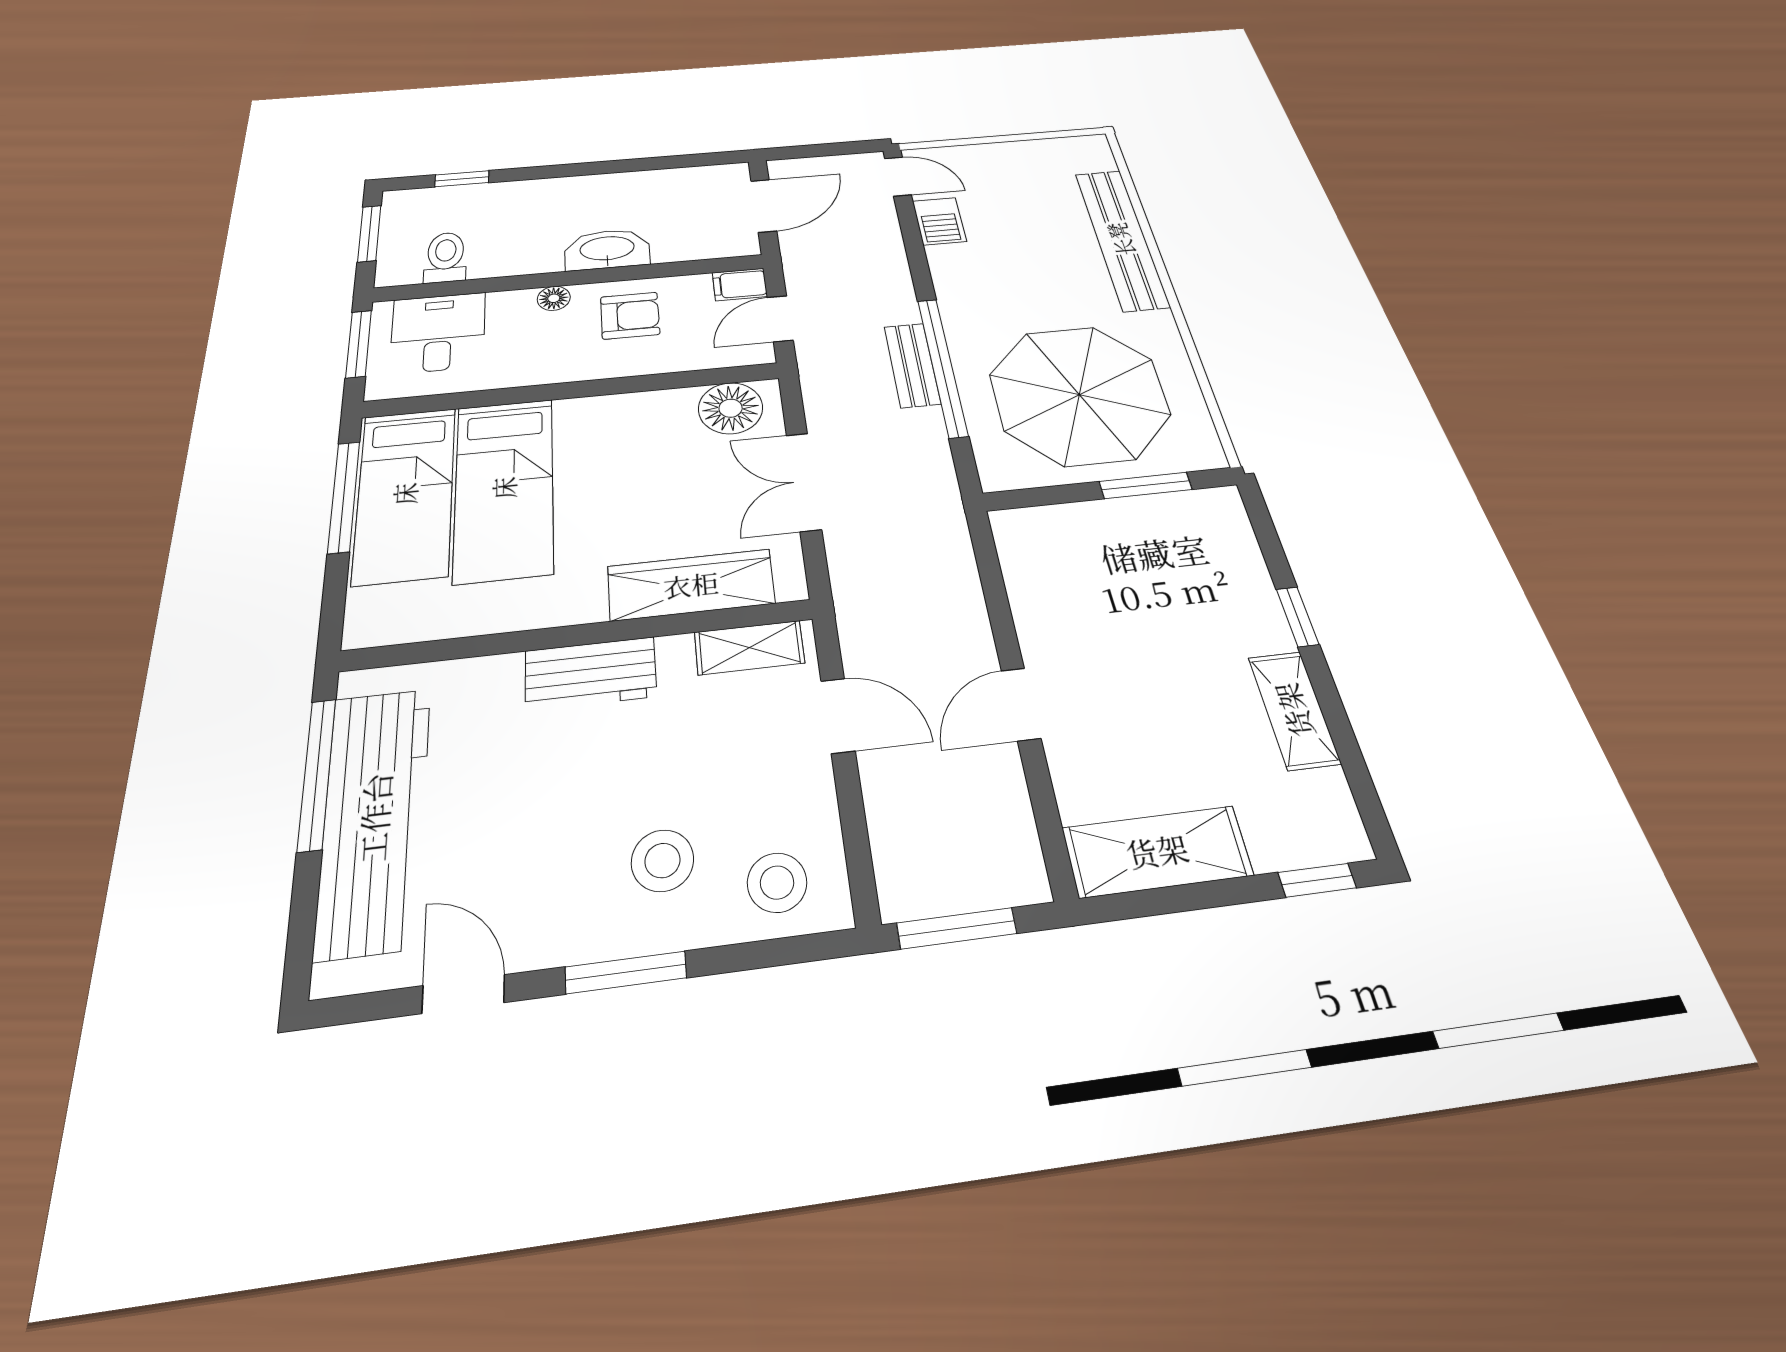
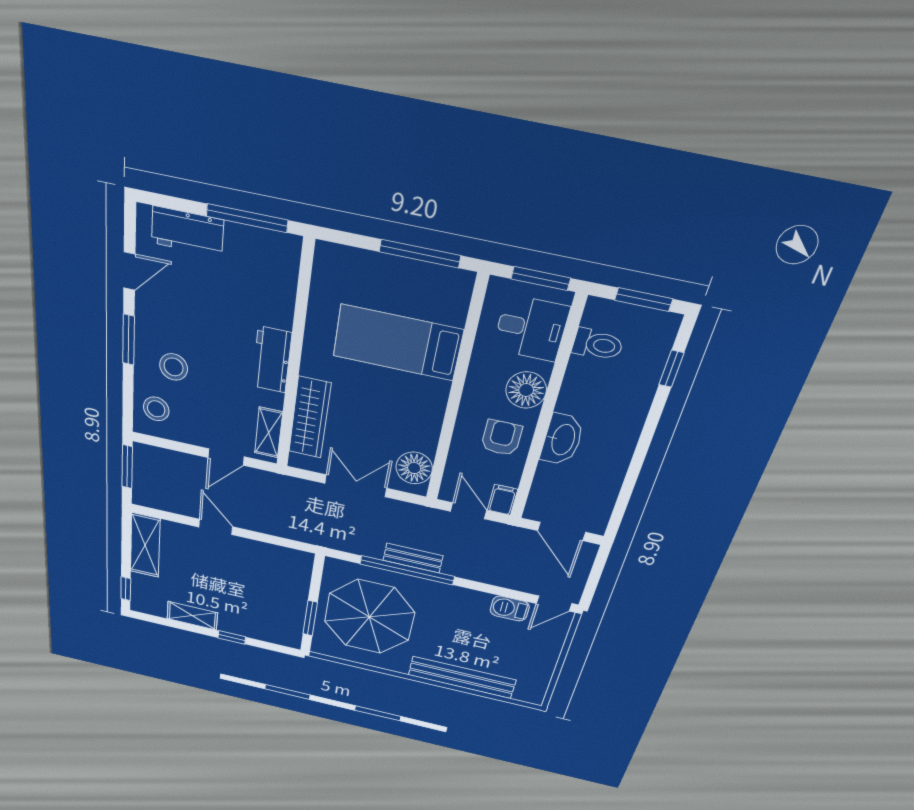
floor lamp: (554, 298) -> (526, 390), width x1.89, depth x1.89
armchair: (630, 316) -> (502, 438), turned 180
bed: (405, 494) -> (411, 289), removed
workbench: (375, 818) -> (187, 231), width x0.53, depth x0.76

